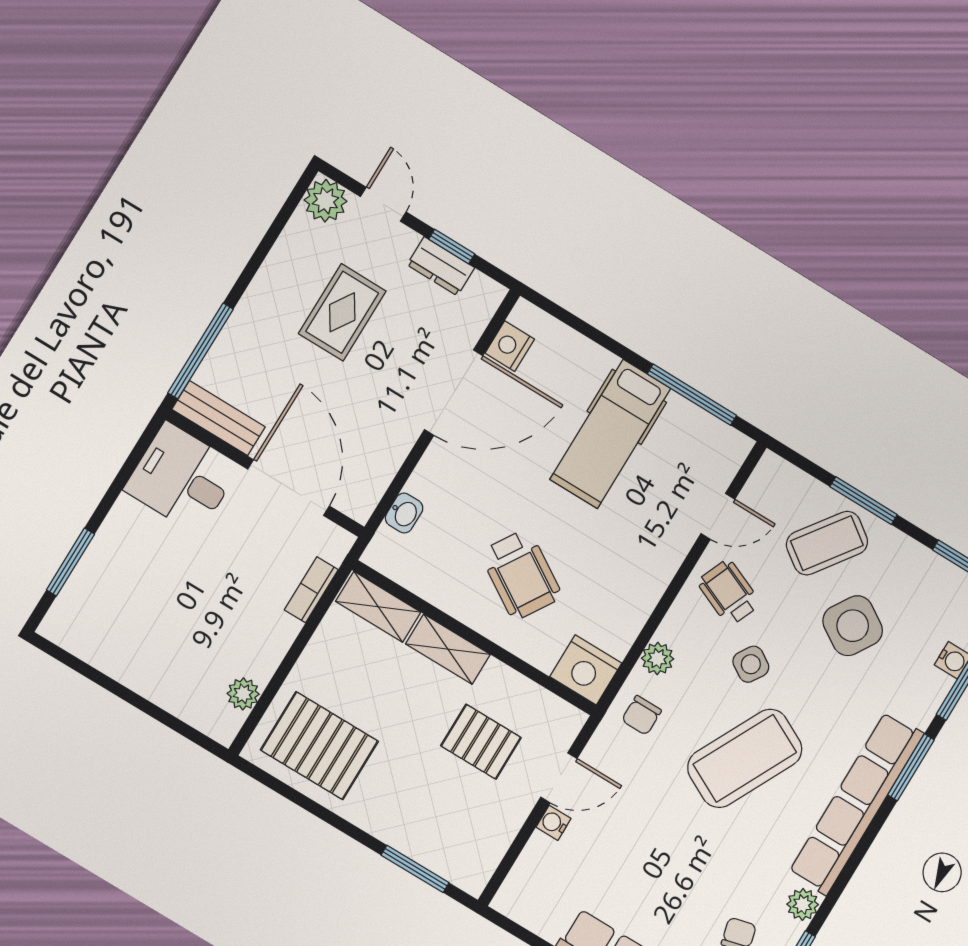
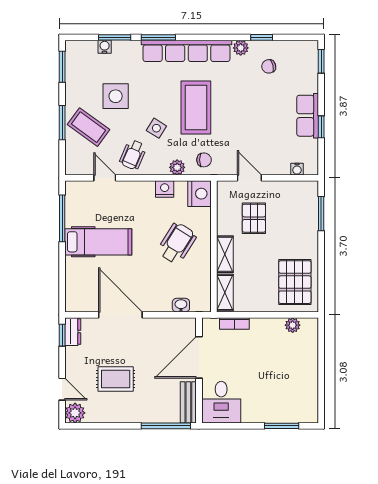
door: (383, 204) -> (62, 389), swing flipped
window: (452, 246) -> (62, 335), moved
dresser: (441, 266) -> (73, 332), moved
nightstand: (510, 346) -> (165, 189), moved, turned 180
side table: (853, 626) -> (116, 96), turned -32
coffee table: (745, 758) -> (196, 107), turned 63
water cooler: (553, 823) -> (297, 169), moved

